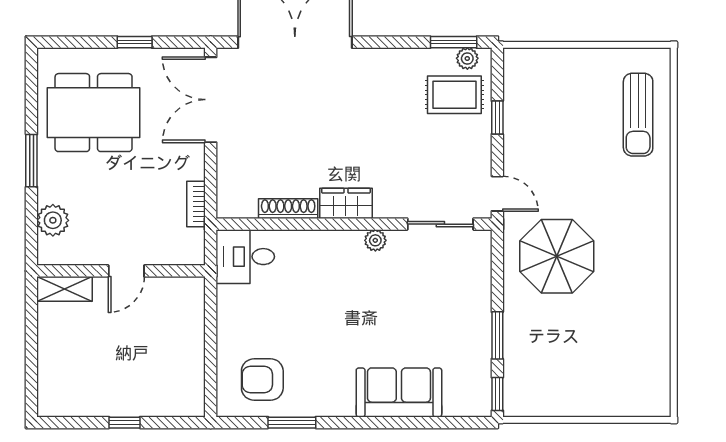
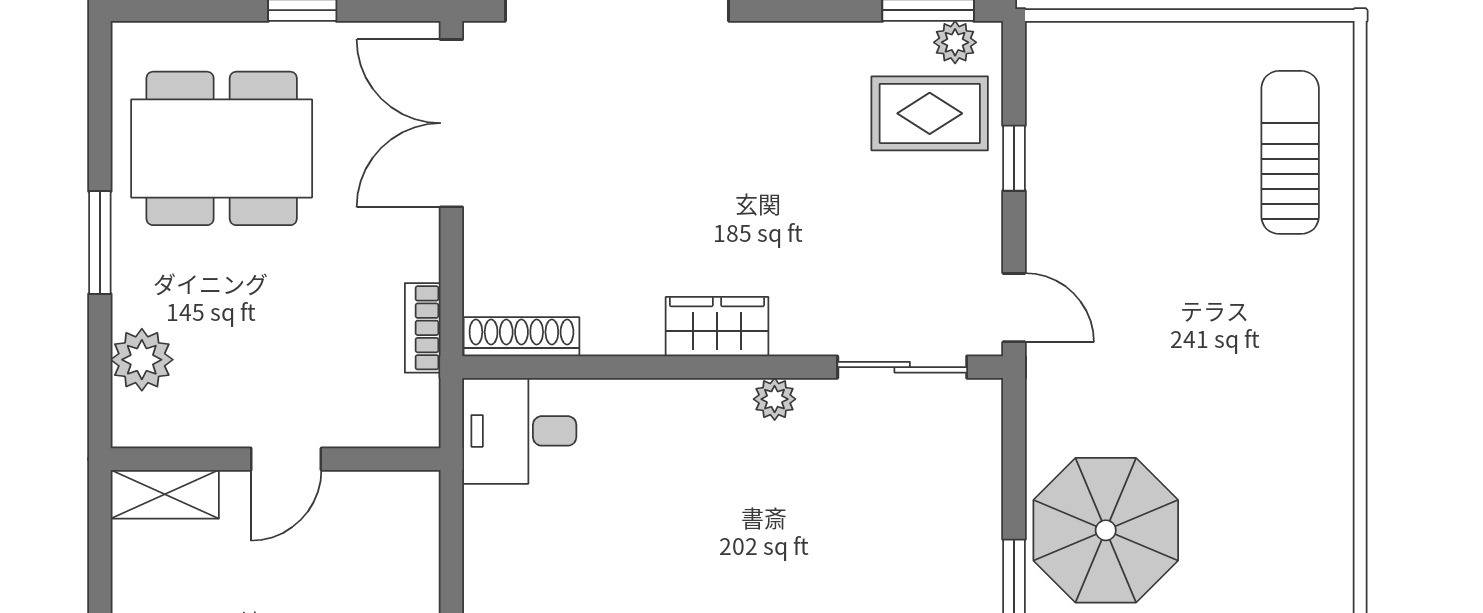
sun lounger: (638, 115) -> (1290, 152), turned 180
shoe rack: (288, 209) -> (521, 337), moved
parasol: (557, 256) -> (1106, 530), moved

